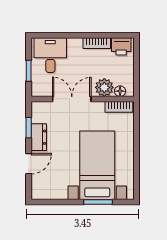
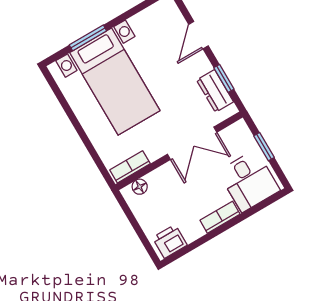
bookcase: (97, 43) -> (220, 217), moved
plant: (104, 87) -> (161, 180), removed
dresser: (39, 137) -> (215, 91), moved

